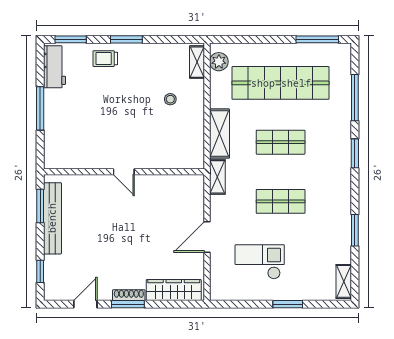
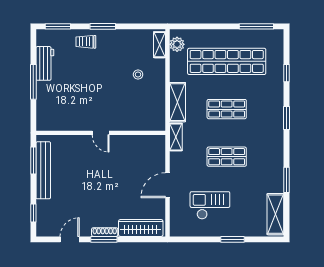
workbench: (54, 67) -> (45, 63), moved
window: (355, 98) -> (287, 73), width x0.46
shelving: (344, 281) -> (275, 214), width x1.50, depth x1.33

